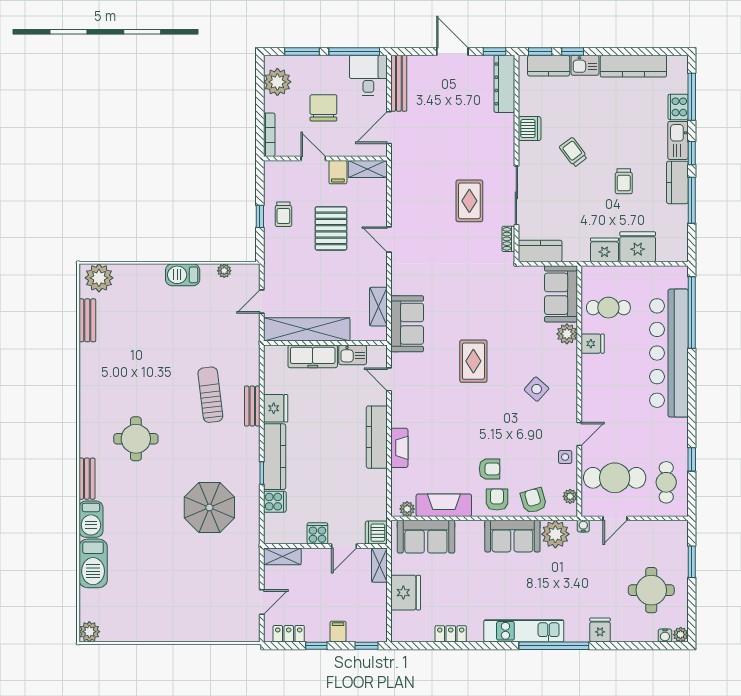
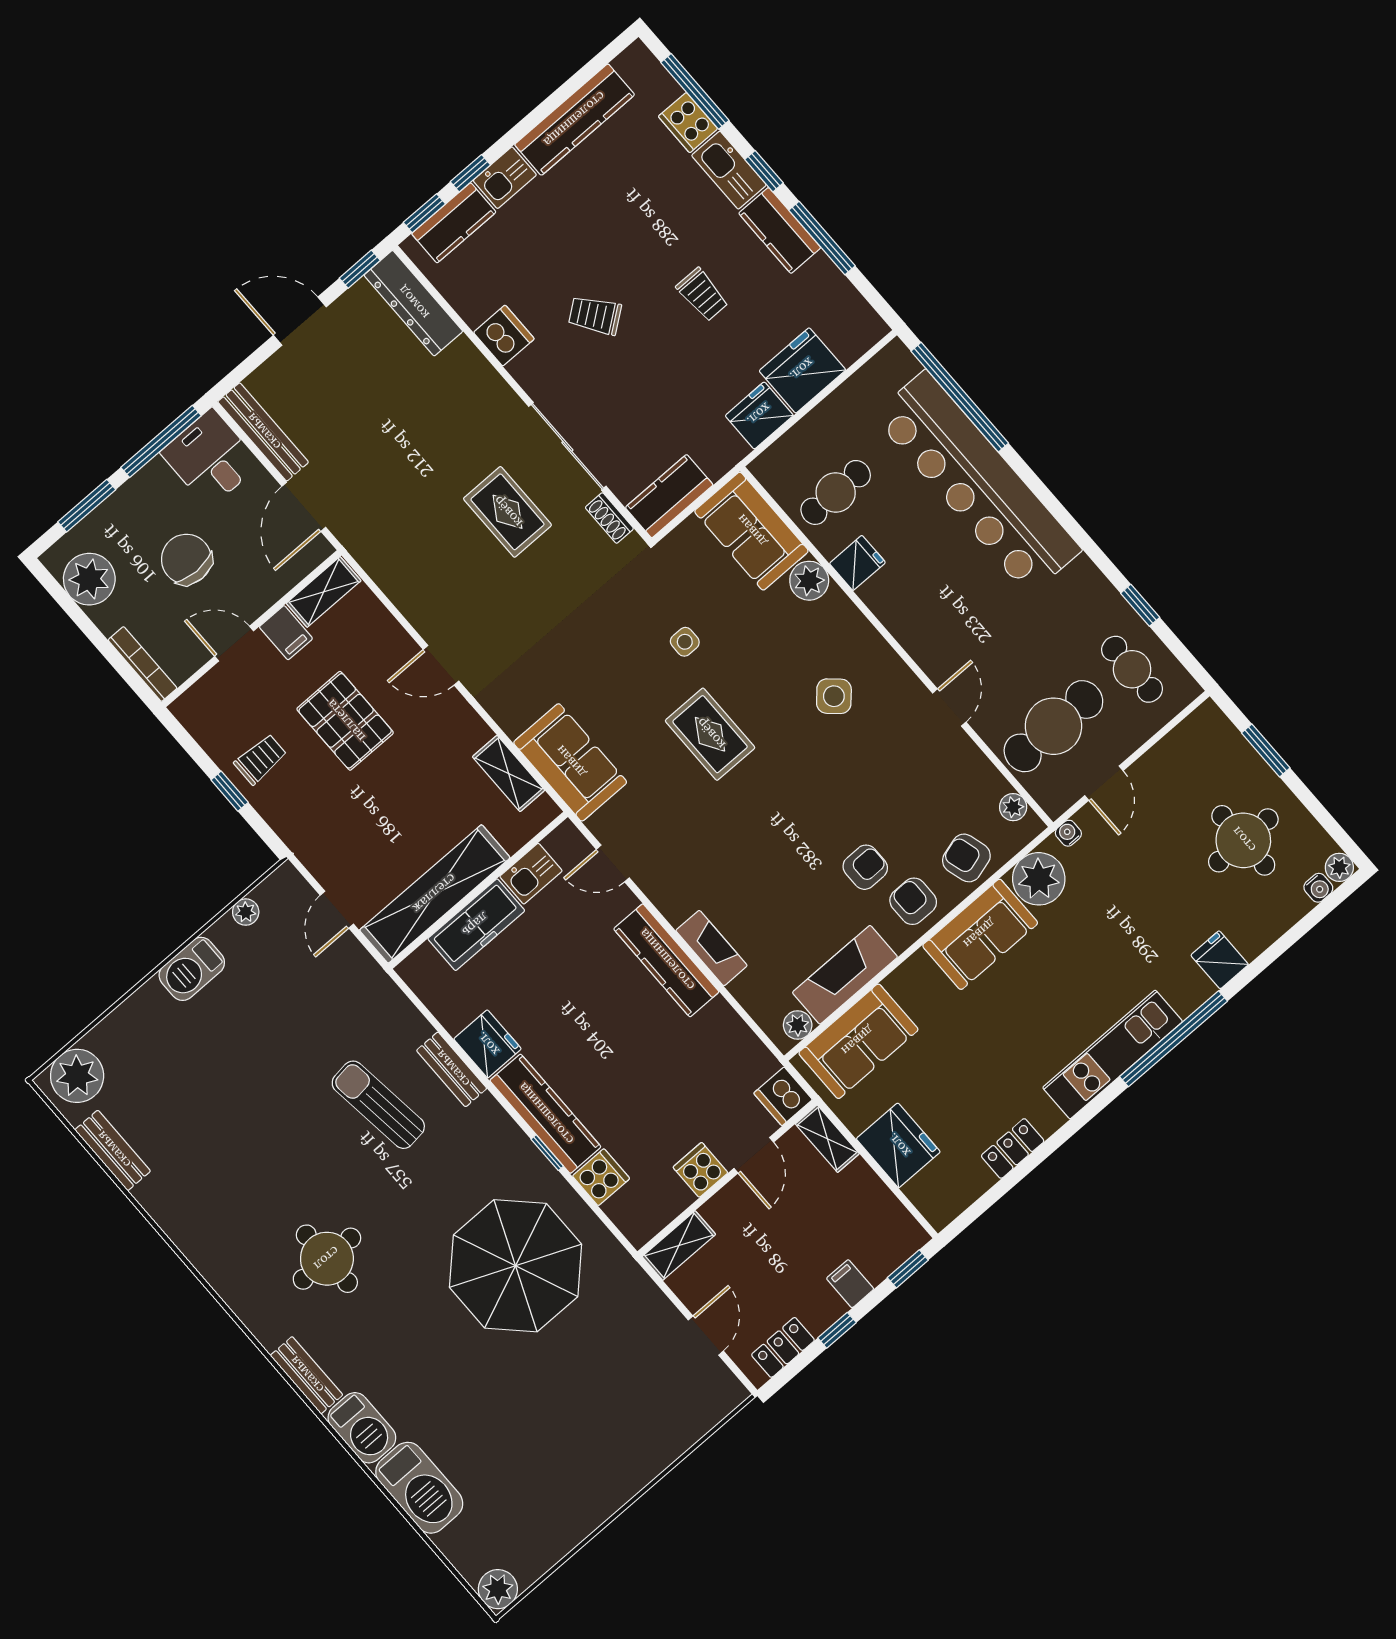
trolley: (283, 214) -> (260, 759), turned -90
side table: (565, 457) -> (685, 642), moved
parasol: (209, 507) -> (516, 1266), width x1.36, depth x1.36

